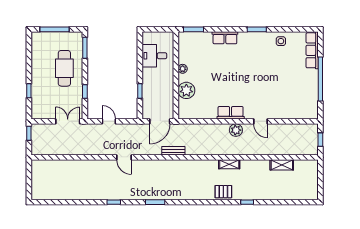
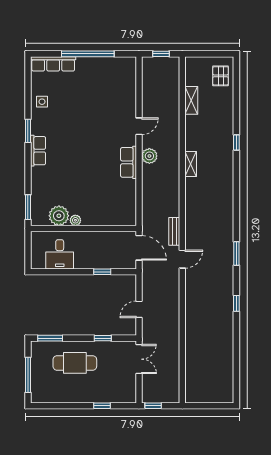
row of seats: (225, 38) -> (38, 151), moved
plant: (186, 90) -> (59, 216), moved
double door: (68, 121) -> (139, 359), swing flipped
door: (124, 157) -> (182, 259), moved
pallet: (223, 192) -> (221, 76), moved

